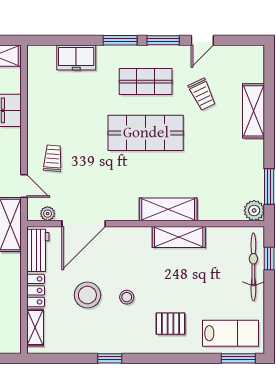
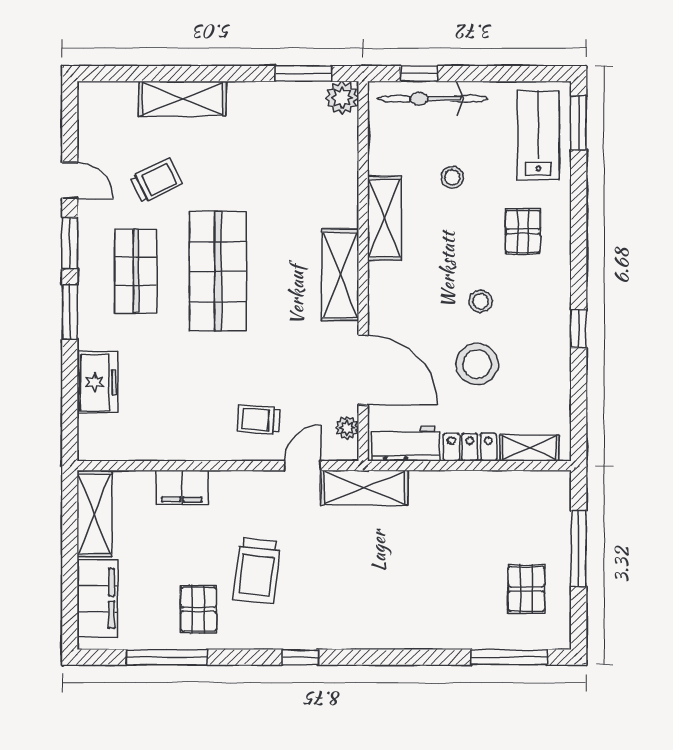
shelving: (168, 209) -> (340, 275), moved
stool: (204, 279) -> (452, 177), added

